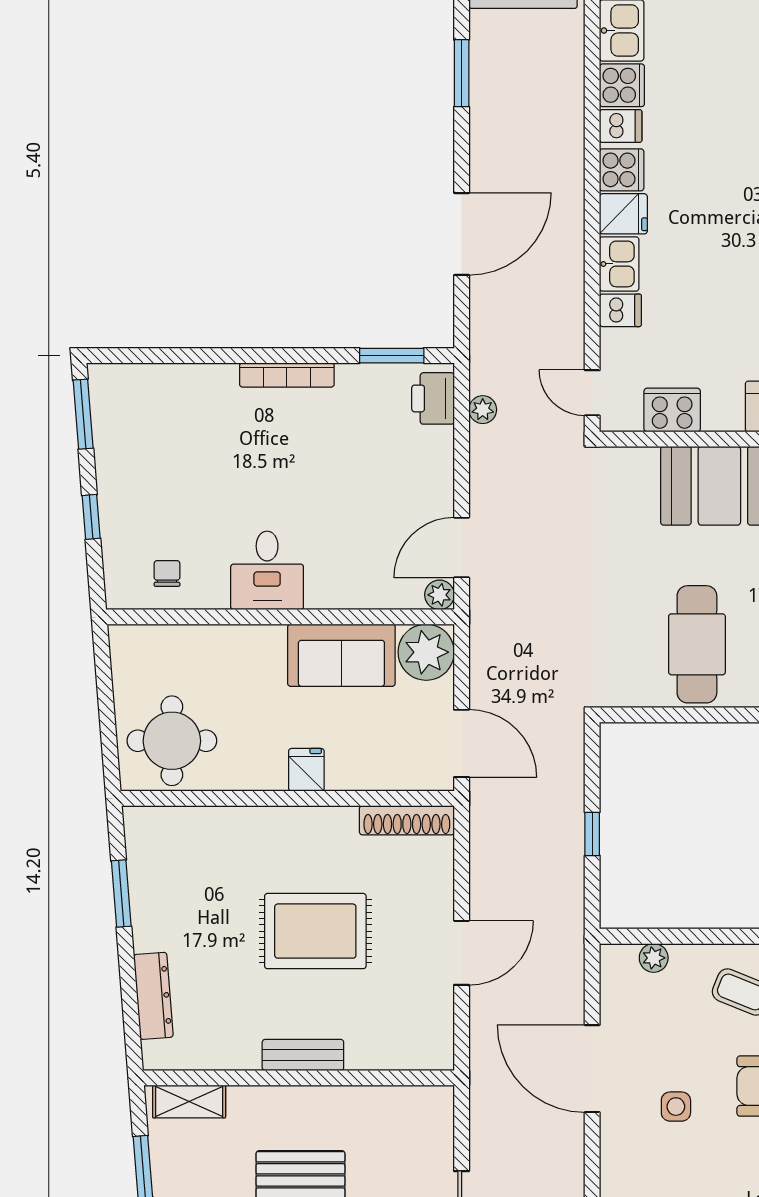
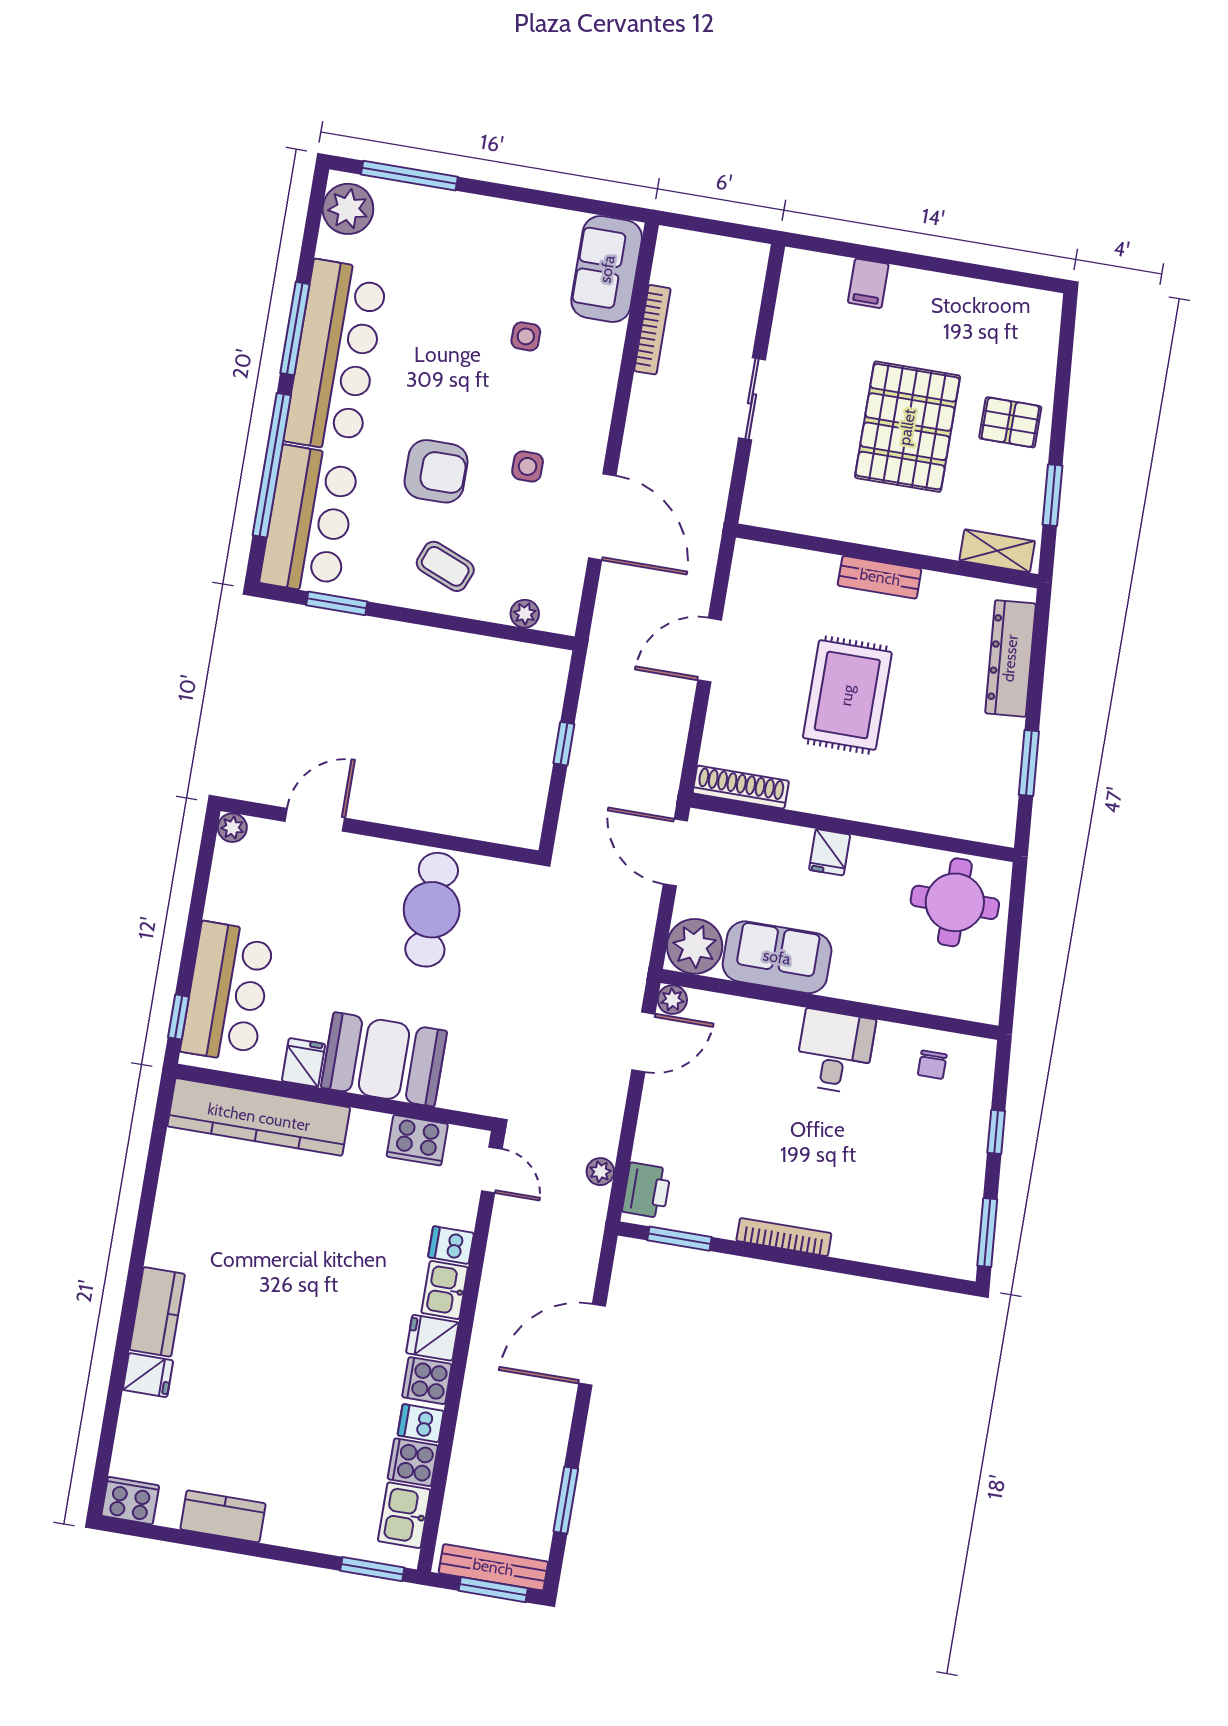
rug: (315, 931) -> (847, 695), turned 90
dresser: (153, 996) -> (1010, 658), width x1.37, depth x1.24

